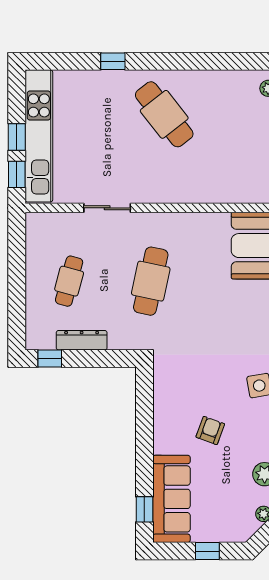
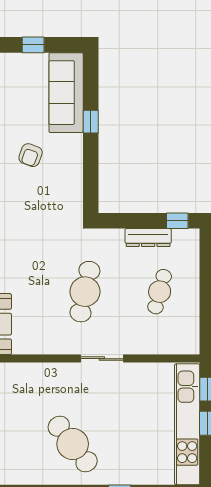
sliding door: (107, 208) -> (102, 359), moved
window: (144, 509) -> (91, 122), moved

